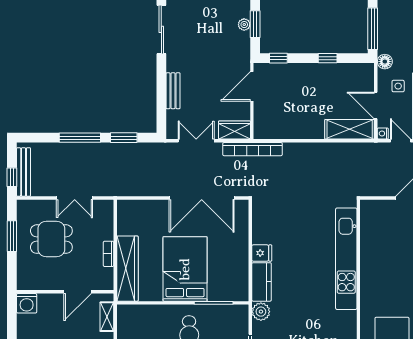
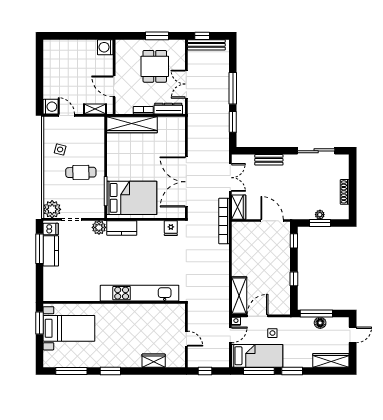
floor lamp: (385, 62) -> (320, 323), moved
dresser: (106, 221) -> (168, 109), added
fridge: (262, 253) -> (171, 228), moved
bed: (185, 269) -> (132, 198), moved

